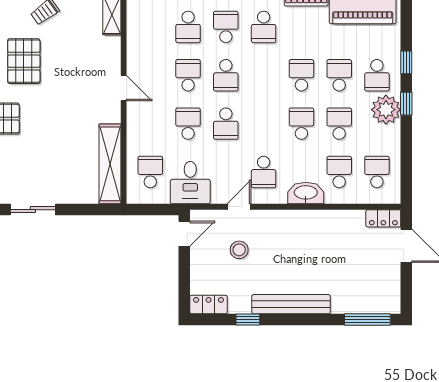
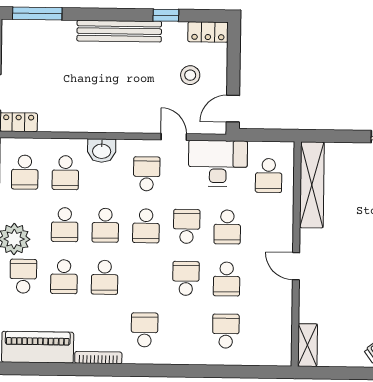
school desk: (226, 27) -> (146, 226), moved
desk: (190, 183) -> (218, 163), width x1.37
washbasin: (306, 193) -> (102, 151), width x0.72
door: (239, 207) -> (174, 137), swing flipped
stool: (239, 250) -> (190, 75), moved

